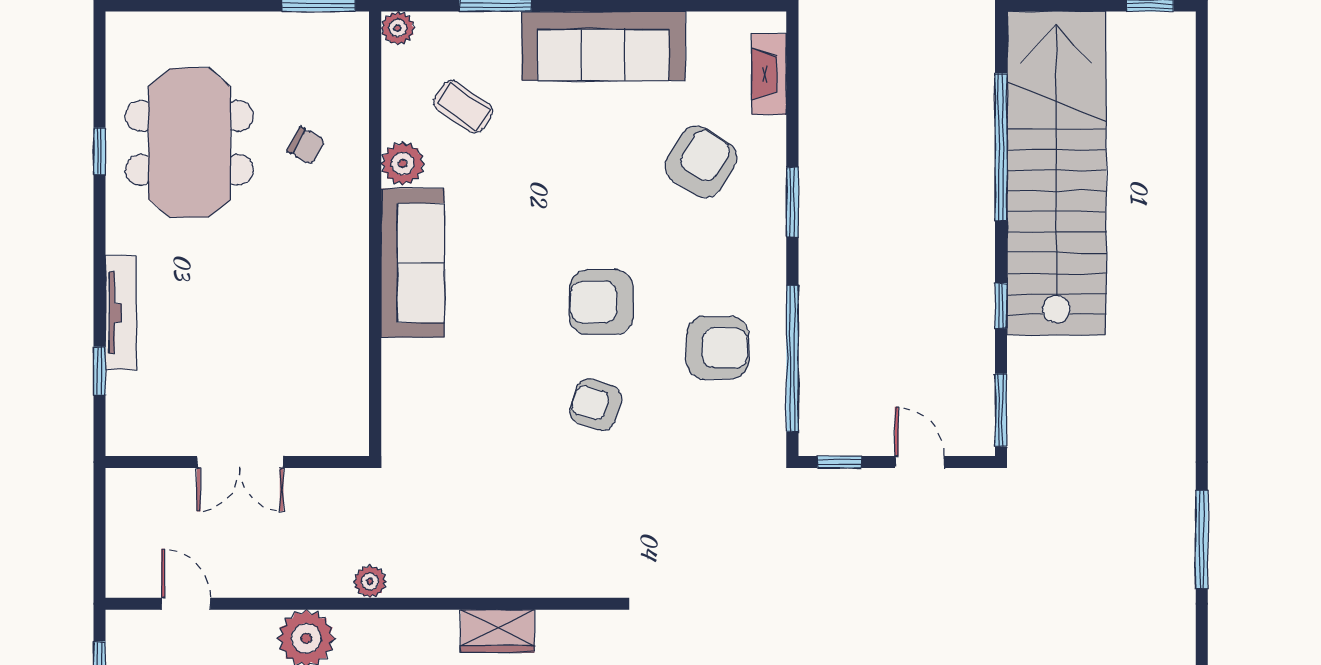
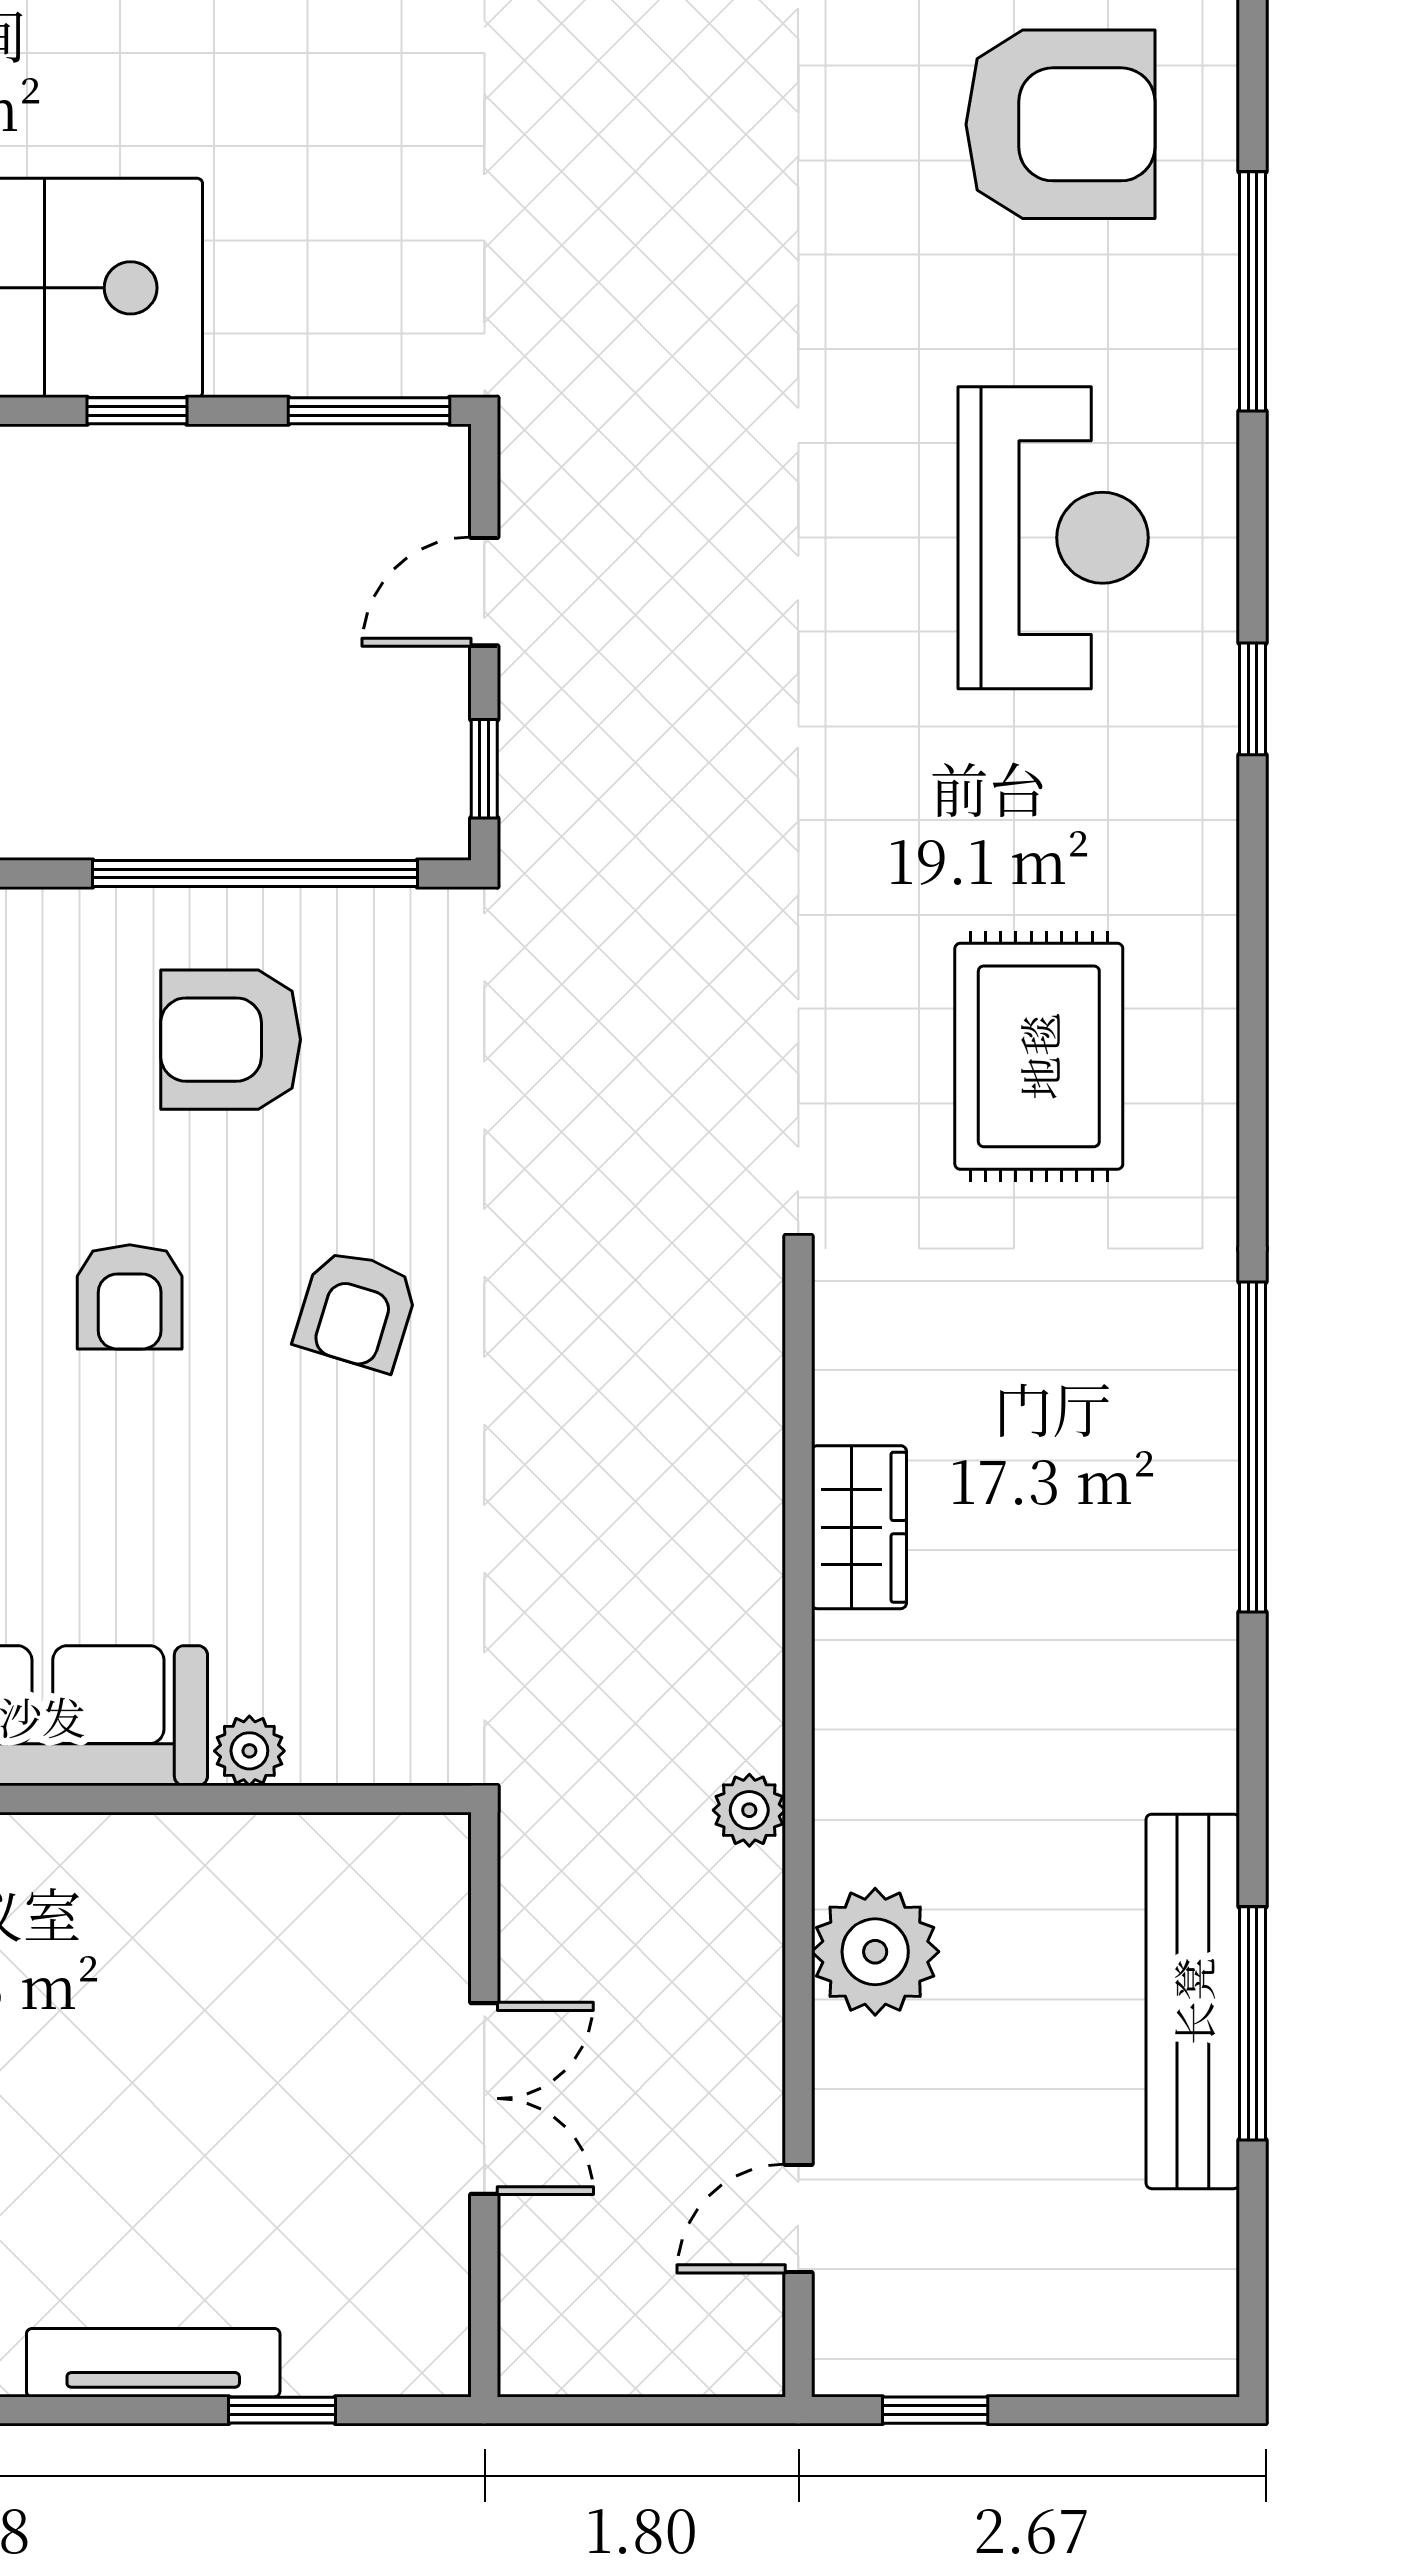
armchair: (601, 302) -> (130, 1297), width x0.72, depth x0.72
armchair: (717, 348) -> (231, 1040), turned -90
plant: (397, 356) -> (249, 1751), added

